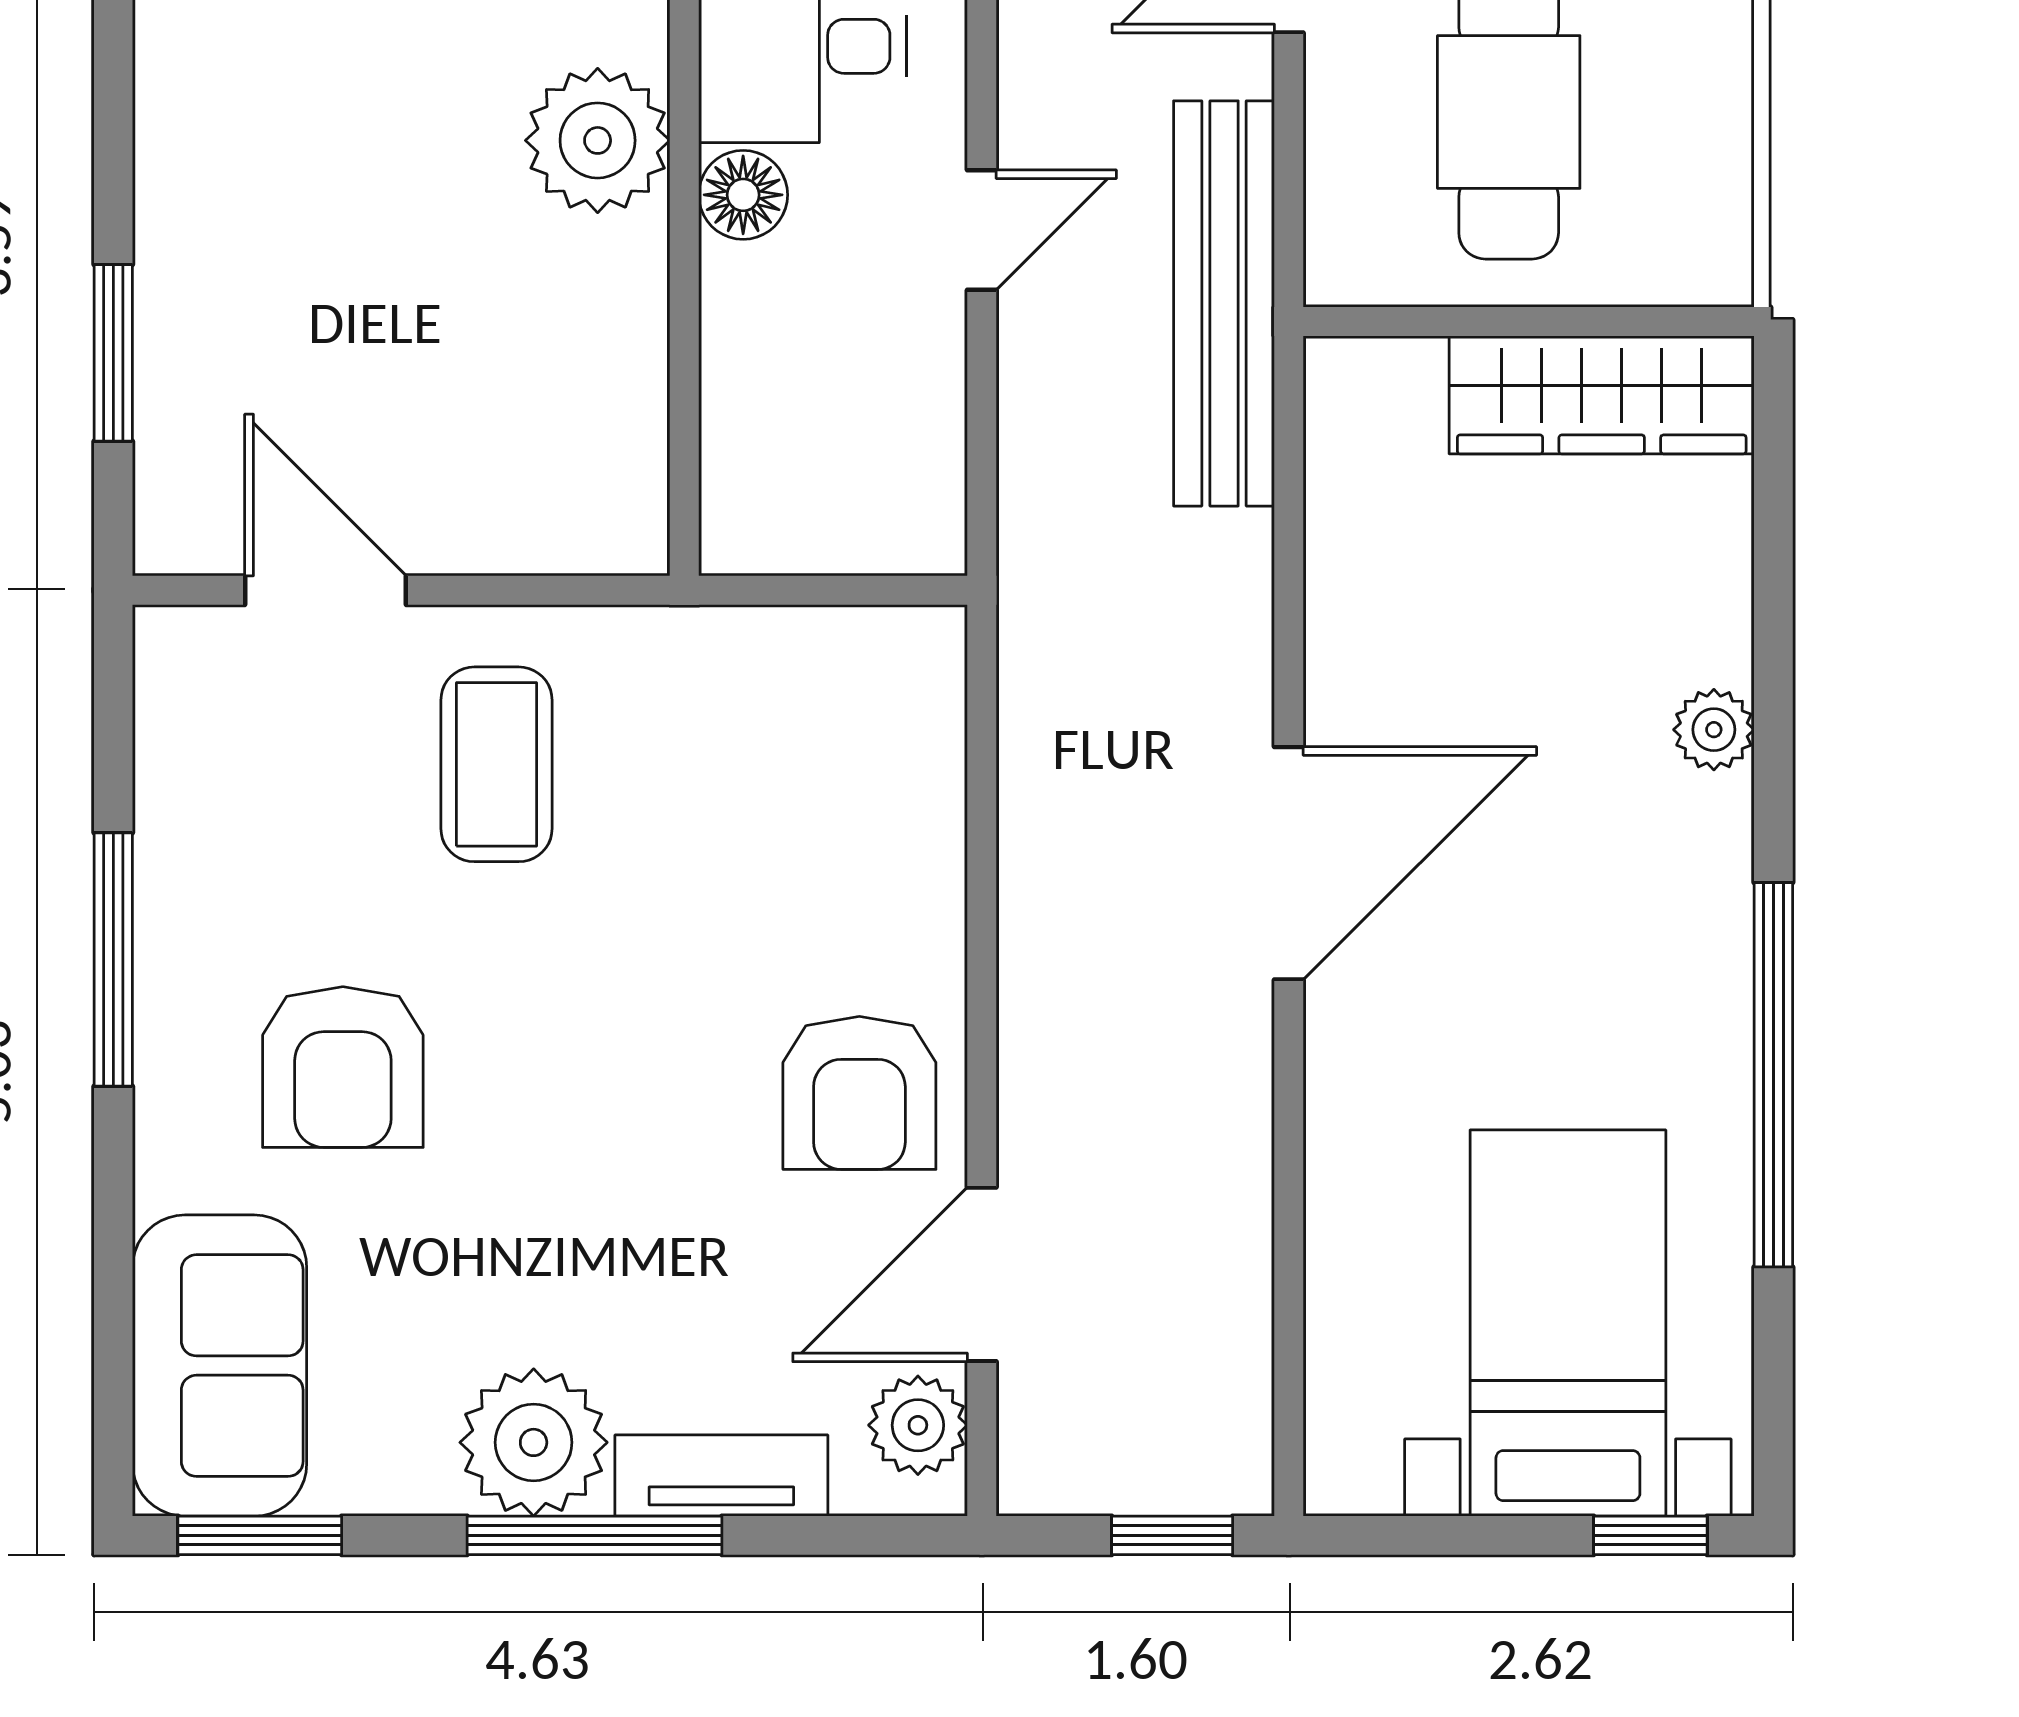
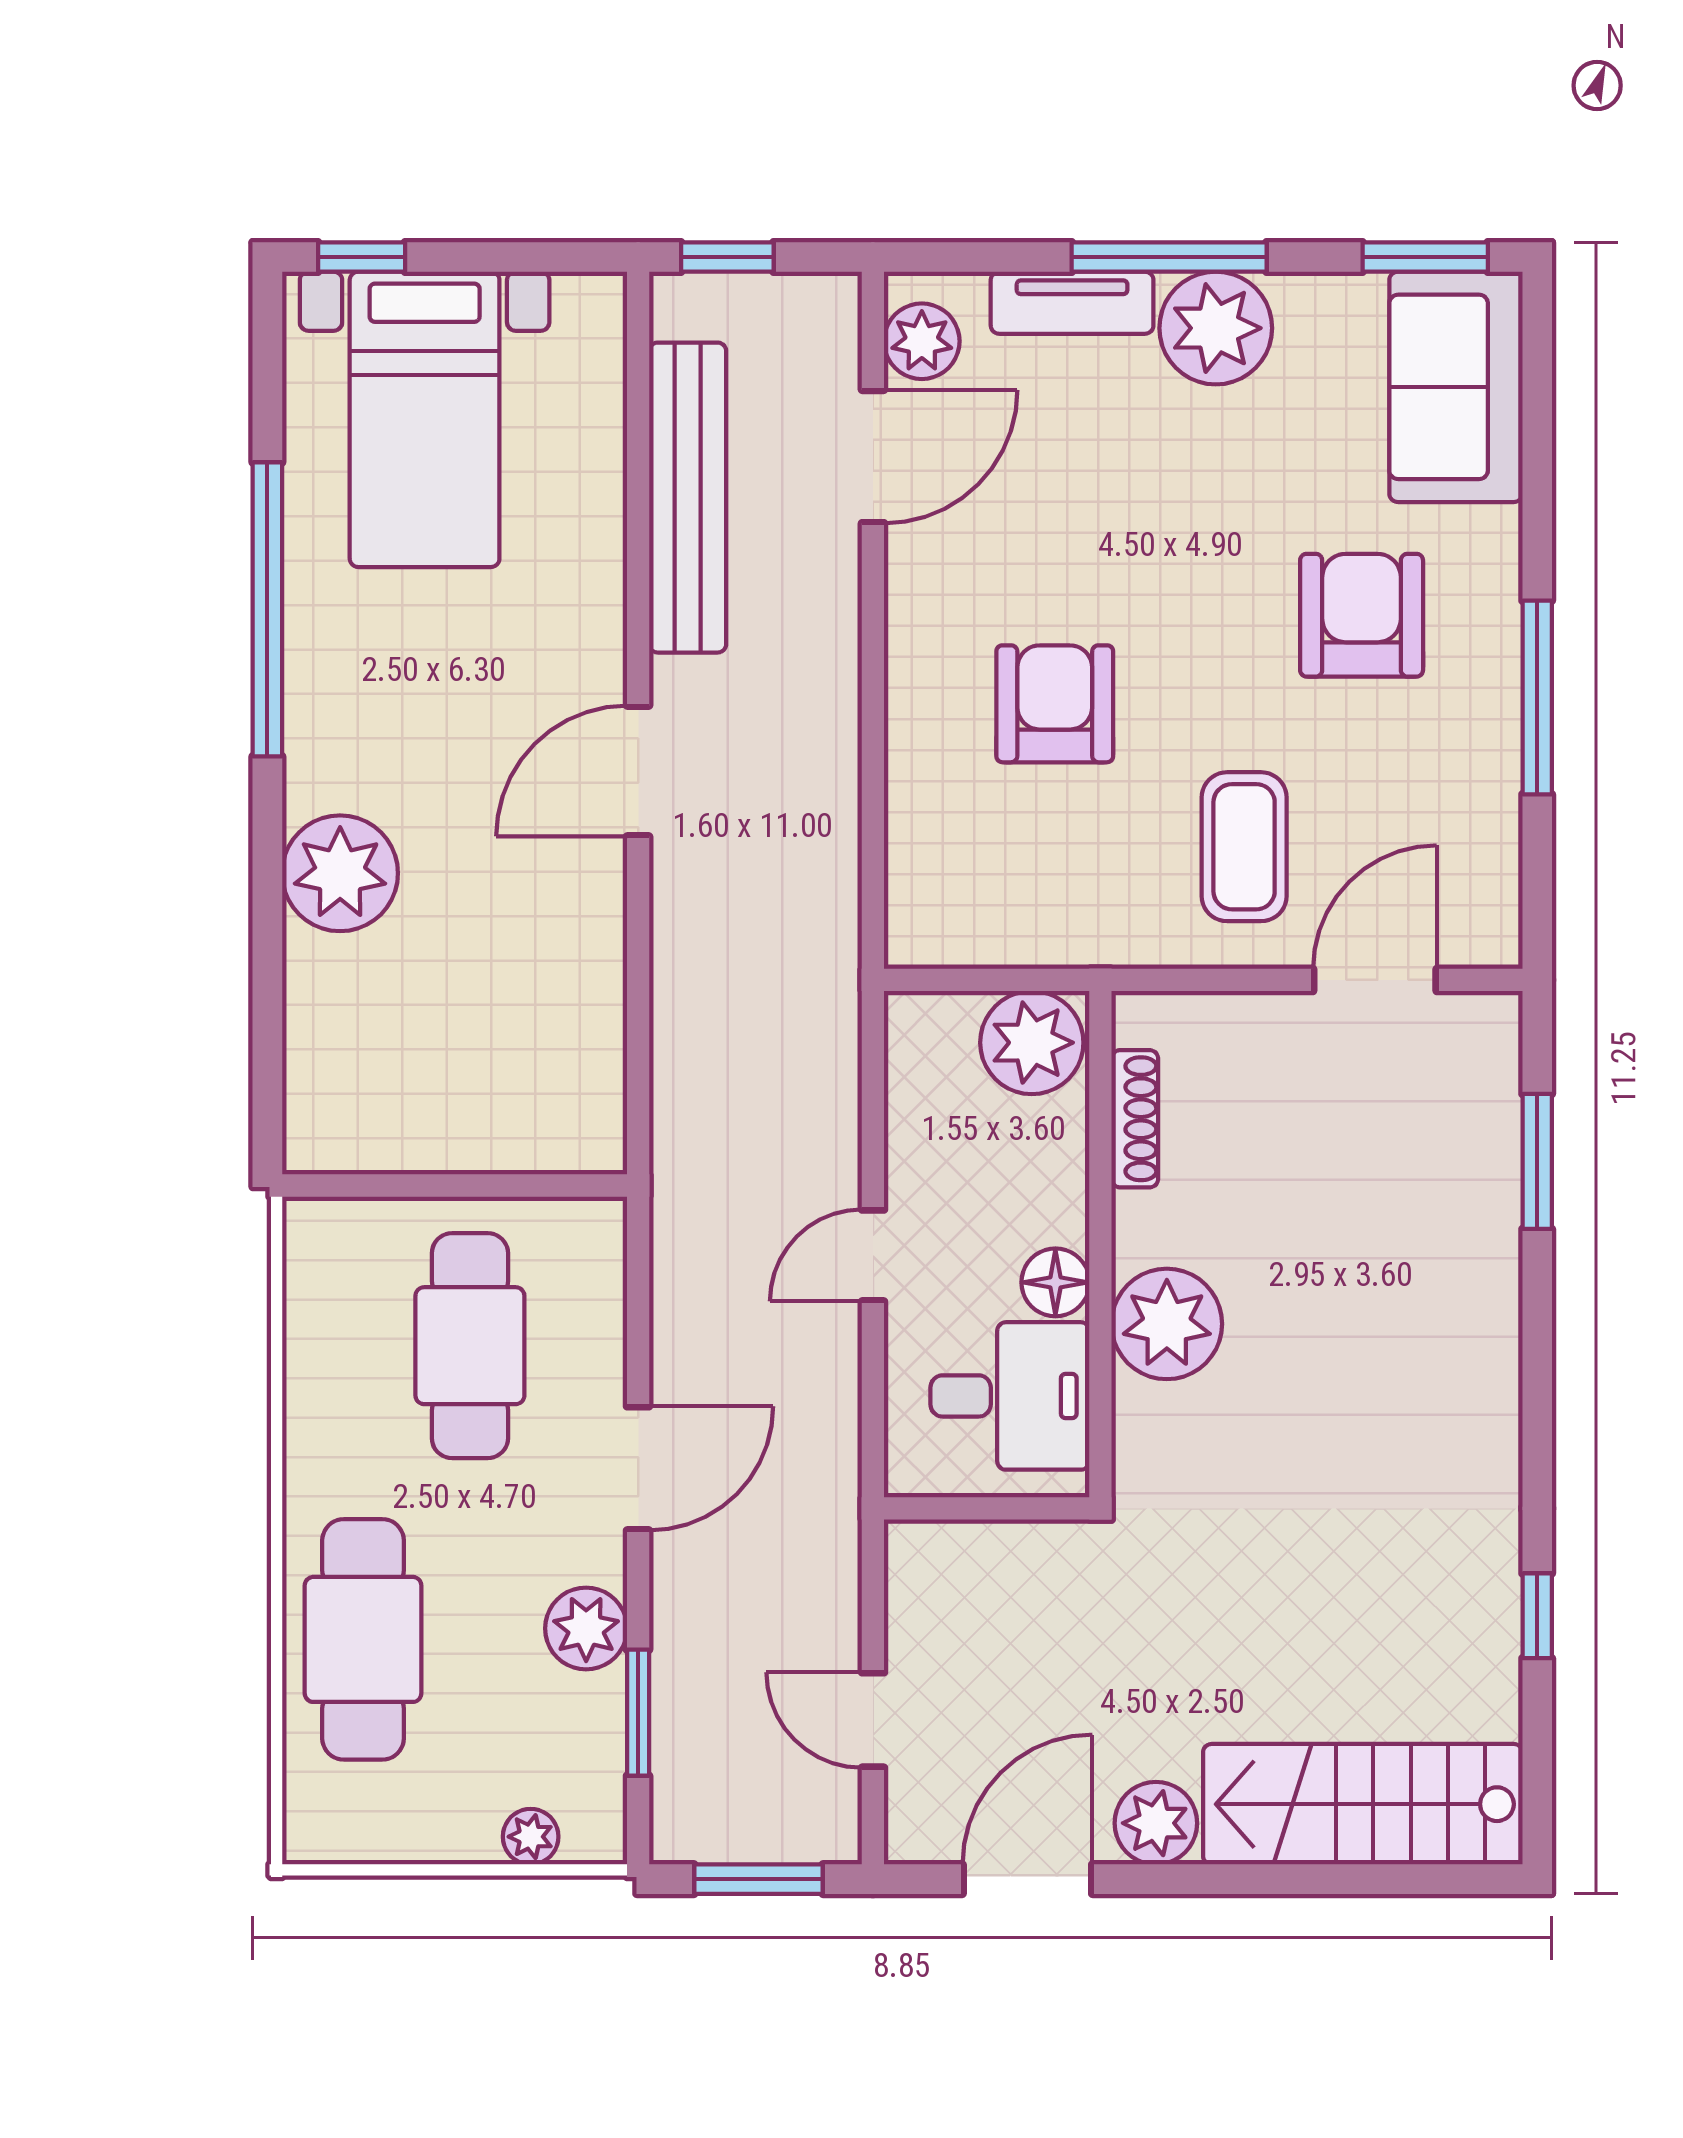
bench: (1224, 303) -> (688, 498), moved
wardrobe: (1602, 395) -> (399, 1129), removed
shoe rack: (639, 409) -> (1135, 1119), added
plant: (774, 508) -> (1032, 1043), added
door: (326, 590) -> (1375, 980), swing flipped
plant: (1714, 730) -> (340, 873), width x1.87, depth x1.87
door: (1289, 863) -> (638, 771), width x0.73
armchair: (859, 1093) -> (1055, 704), moved

